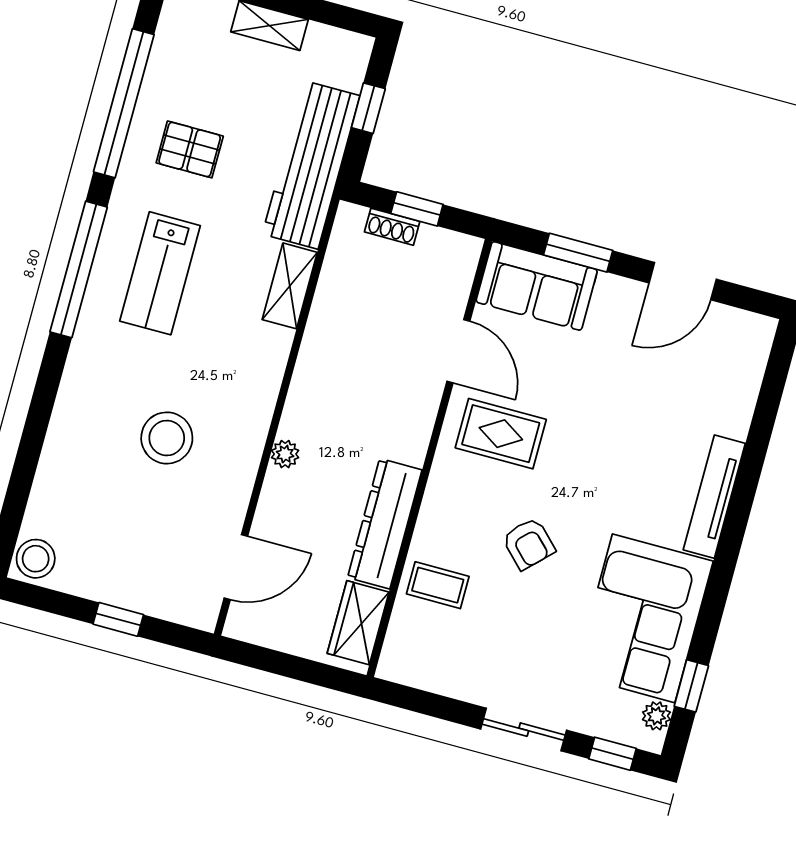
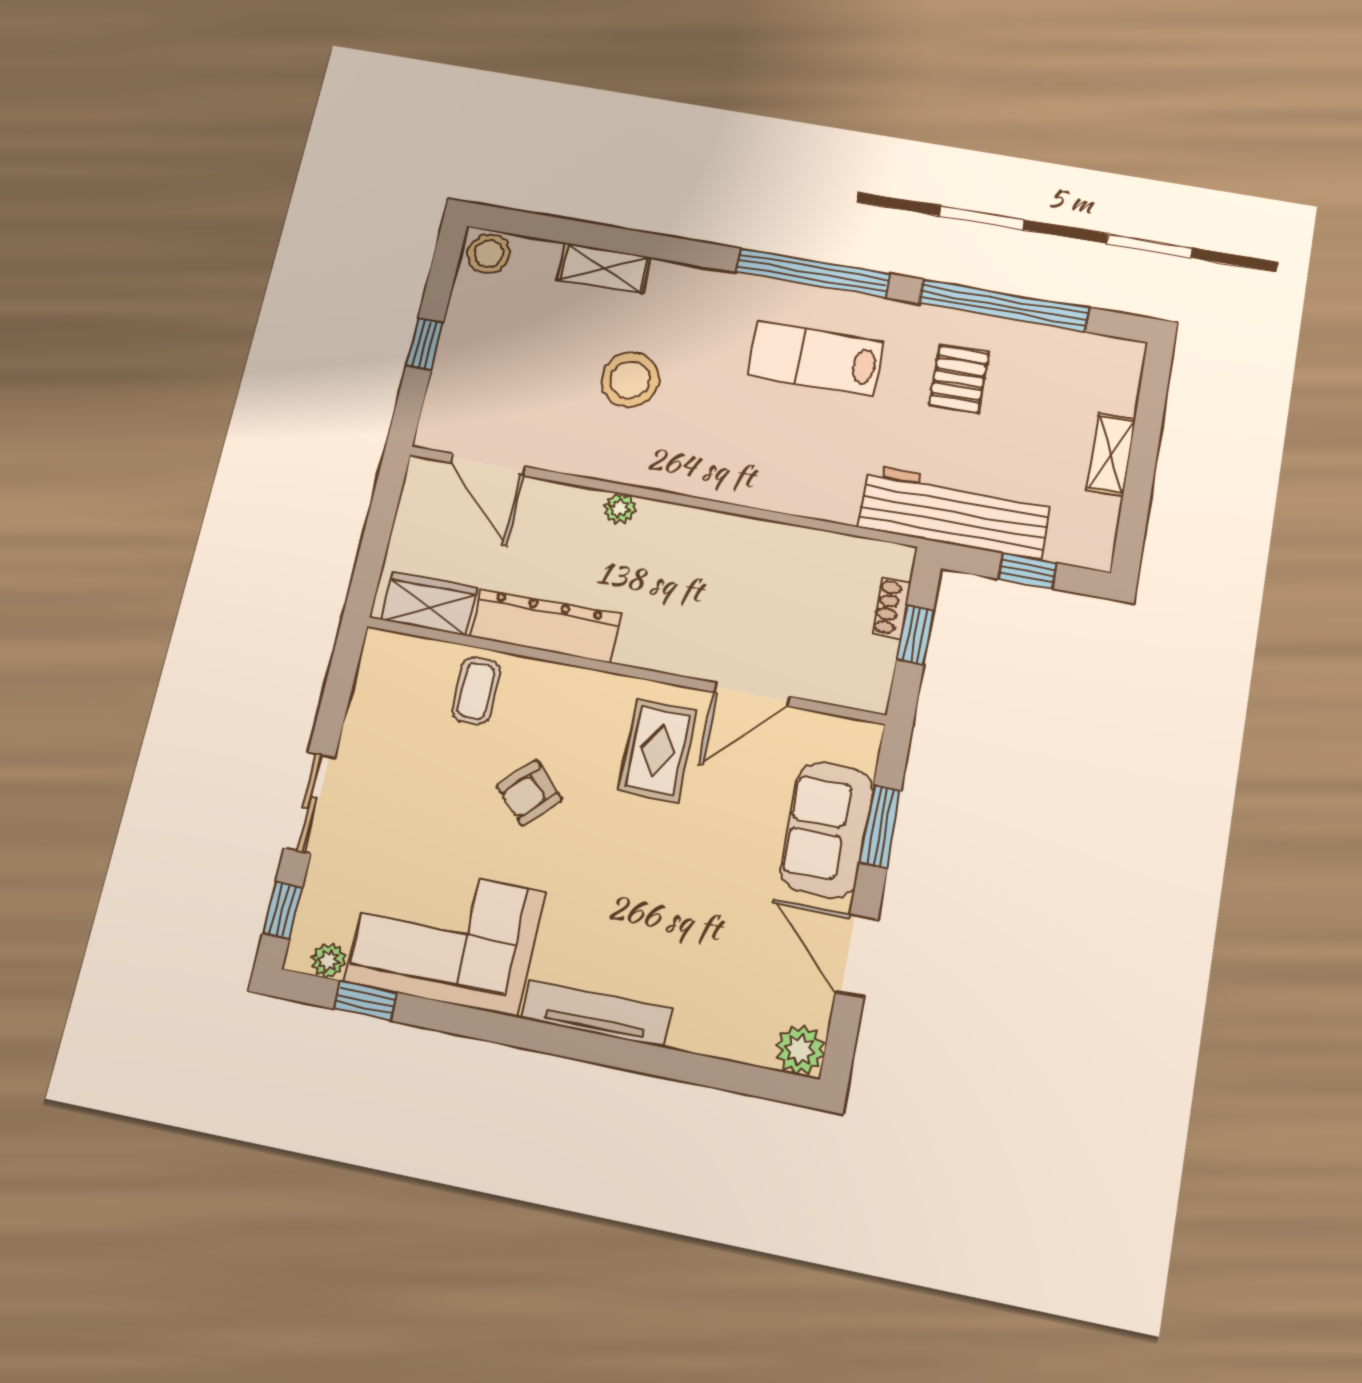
shelving: (290, 286) -> (604, 268), moved
sofa: (537, 286) -> (827, 829), moved
plant: (755, 333) -> (800, 1050), added

